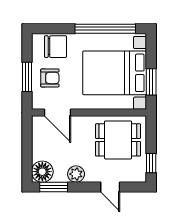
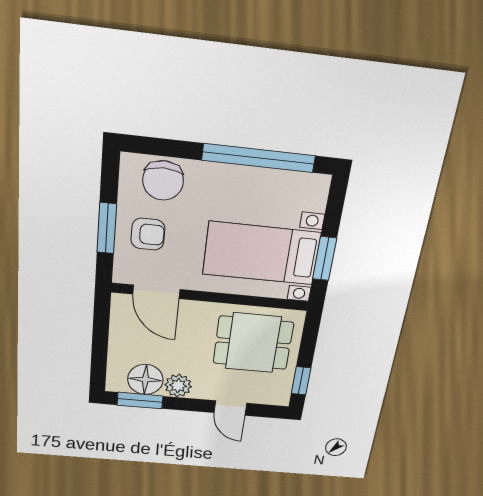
chair: (56, 47) -> (163, 181), turned 90
bed with nightstands: (115, 73) -> (261, 253), width x0.73
floor lamp: (42, 172) -> (145, 379), moved

